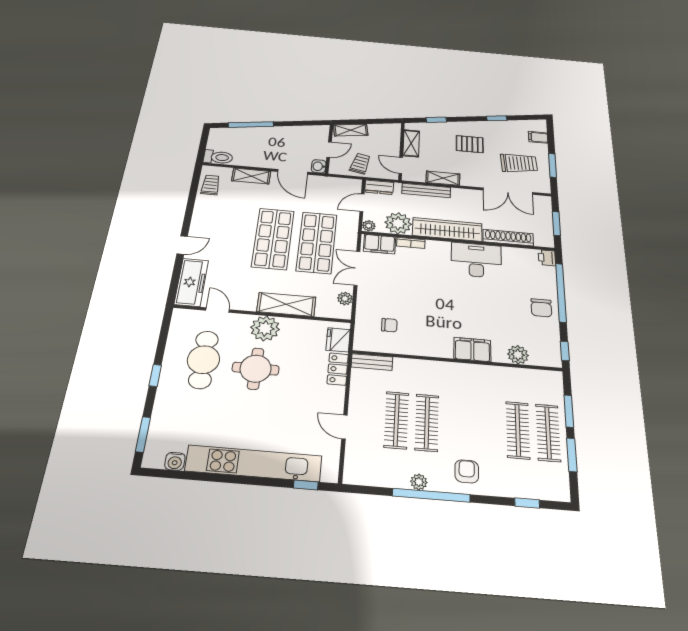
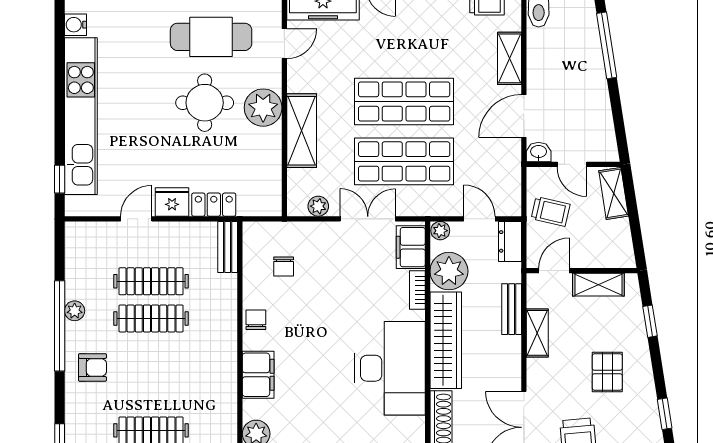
bench: (426, 190) -> (512, 309), width x0.73
desk: (476, 260) -> (390, 368), width x1.36, depth x1.30
fridge: (338, 340) -> (172, 202), moved
chair: (430, 347) -> (256, 320), added

